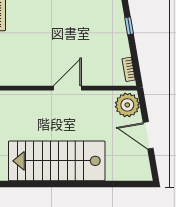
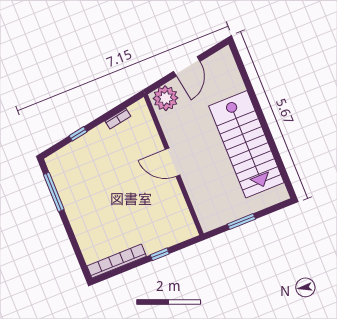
window: (129, 26) -> (78, 134), moved
bookcase: (129, 69) -> (118, 119), moved

